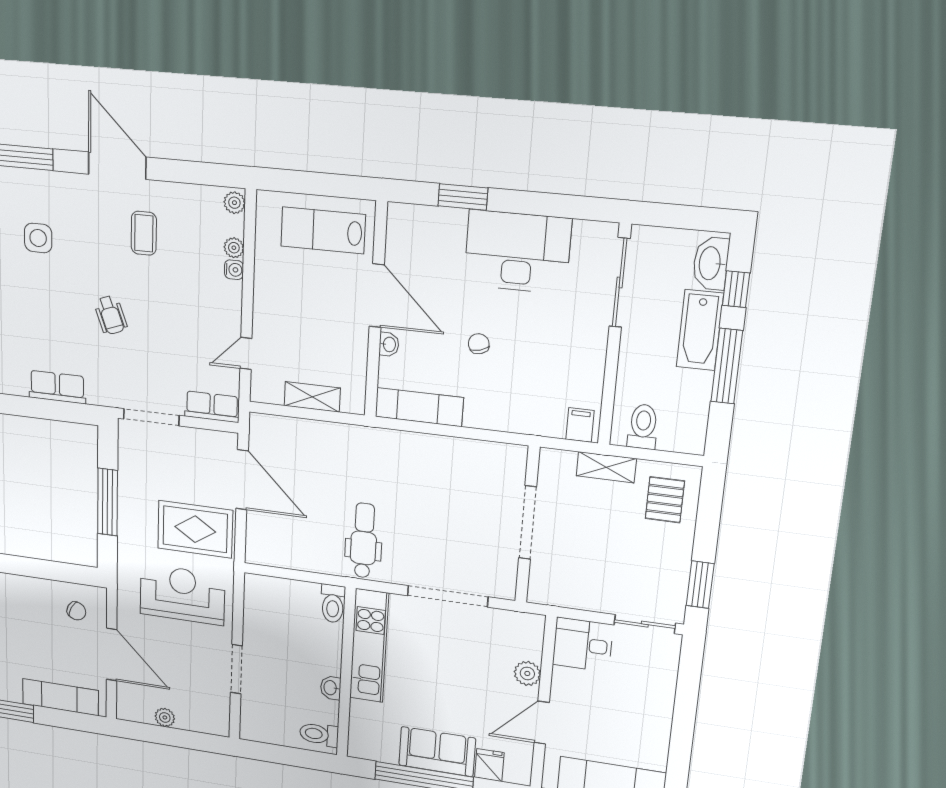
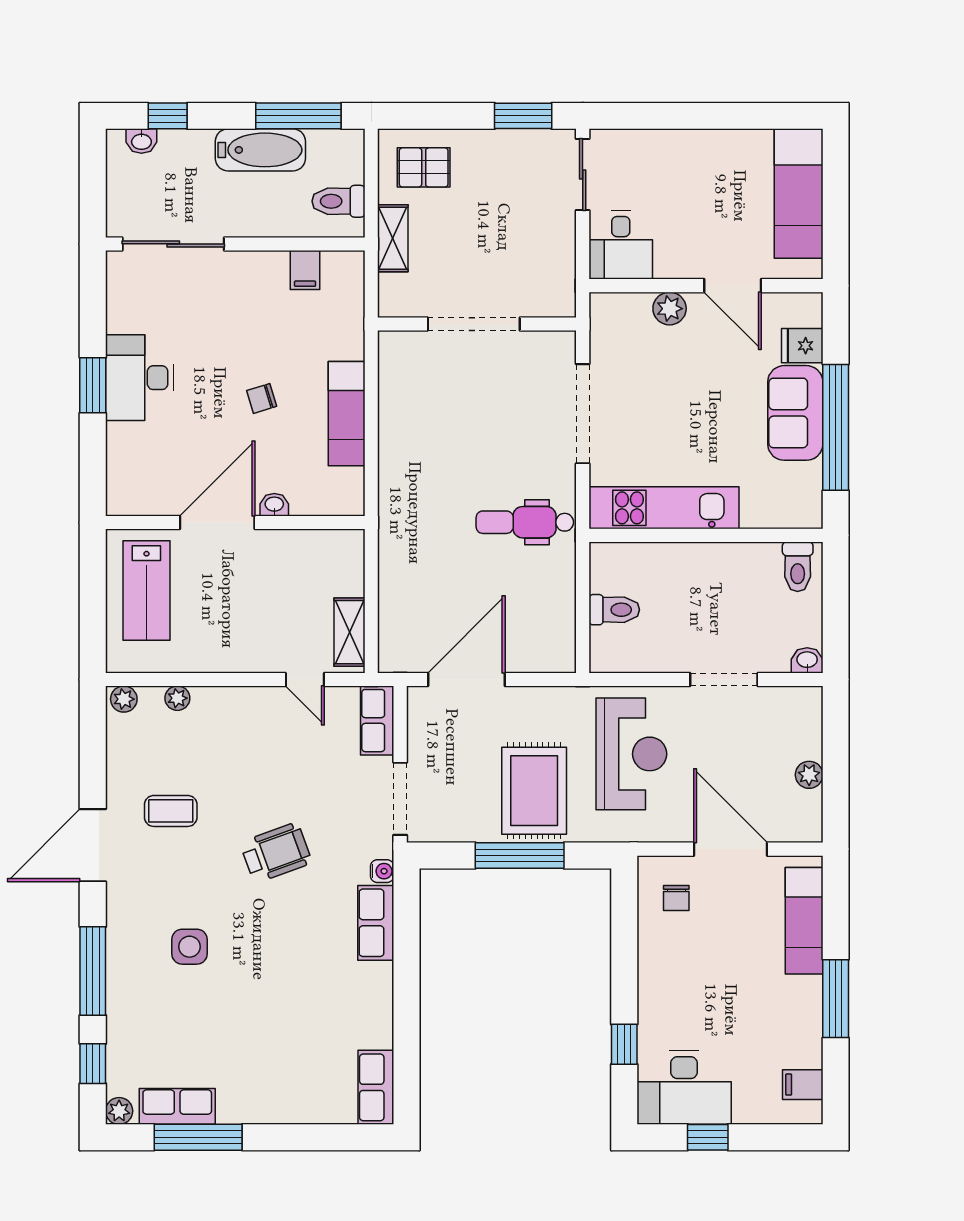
window: (463, 197) -> (93, 385), moved
desk: (517, 252) -> (139, 378), width x0.73, depth x0.77
washbasin: (711, 263) -> (141, 141), width x0.52, depth x0.69
water cooler: (234, 270) -> (382, 871), moved, turned 90
wheelchair: (111, 315) -> (276, 853), width x1.36, depth x1.37
bathtub: (700, 330) -> (260, 150), moved
window: (727, 366) -> (298, 116), moved
shelving: (312, 397) -> (350, 632), moved
exam couch: (419, 407) -> (347, 414), moved
filing cabinet: (580, 425) -> (305, 270), moved, turned -90
rug: (195, 529) -> (534, 791), moved
reception desk: (182, 594) -> (631, 754), turned 180
toilet: (333, 604) -> (614, 610), moved
chair: (76, 611) -> (676, 898), turned 152
door: (112, 655) -> (731, 849), hinge flipped
washbasin: (331, 688) -> (807, 660), moved, turned 180

